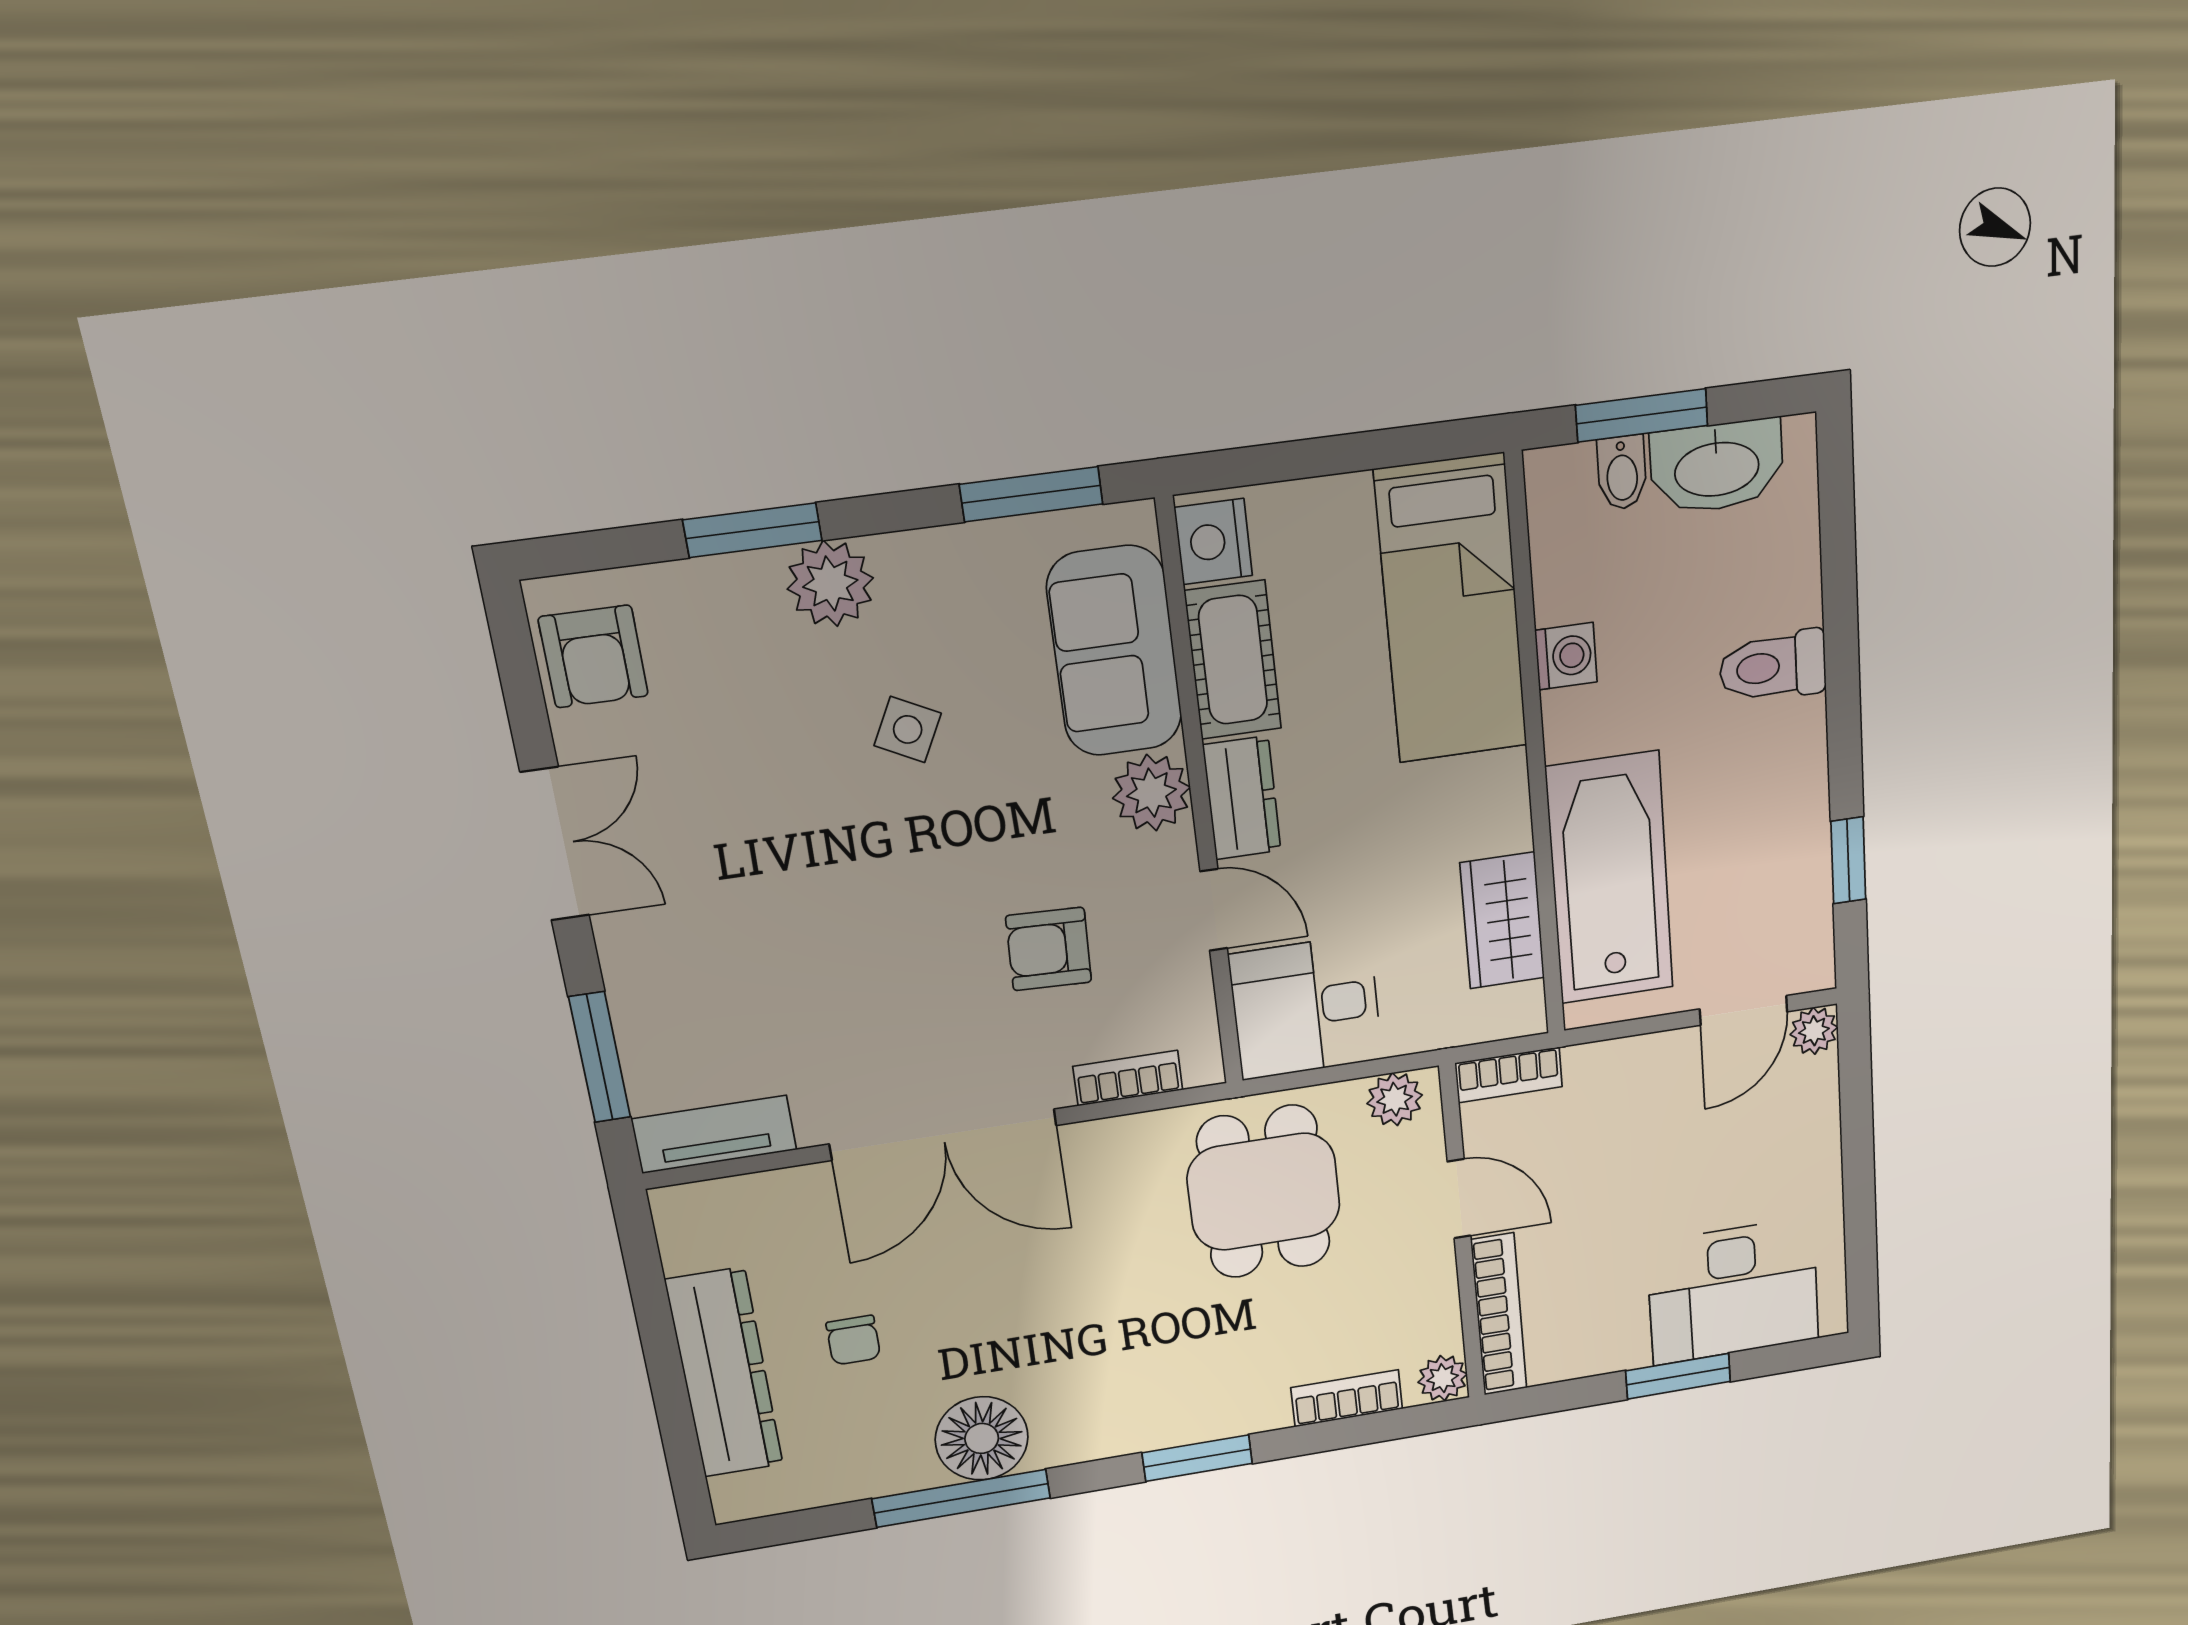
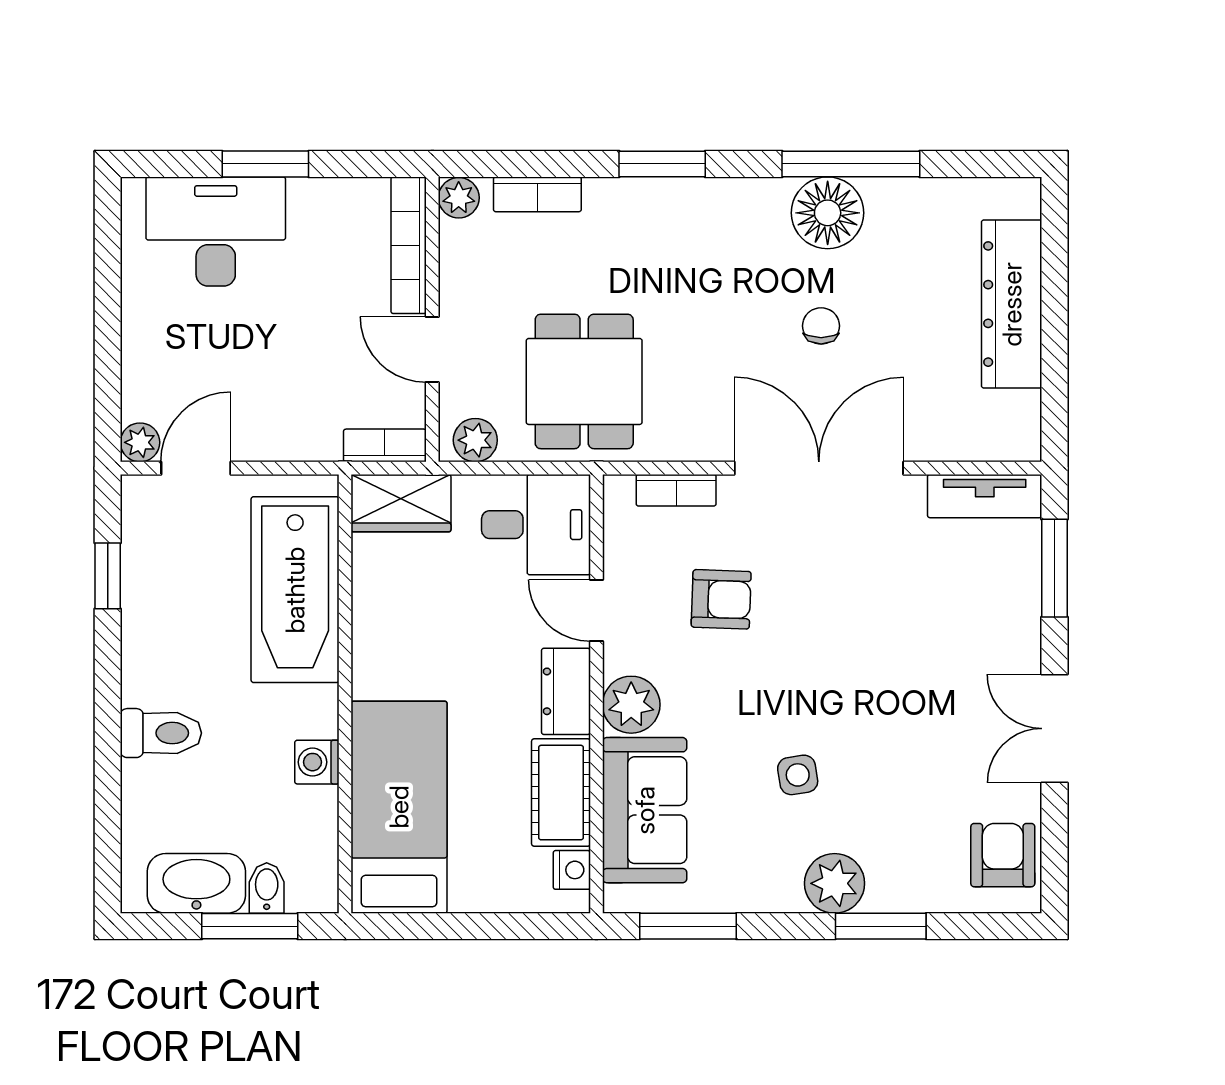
nightstand: (1213, 542) -> (572, 870), width x0.72, depth x0.74
side table: (908, 729) -> (798, 775), turned -36
wardrobe: (1502, 921) -> (401, 503), moved, turned 90
chair: (853, 1340) -> (821, 326), moved

